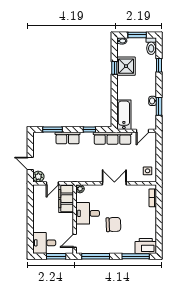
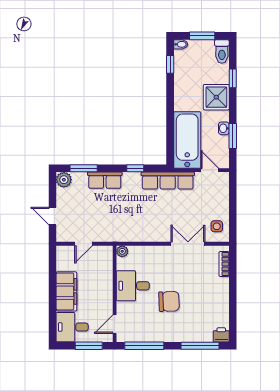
shower: (126, 66) -> (216, 97), moved
window: (114, 68) -> (170, 64), moved
bathtub: (124, 115) -> (187, 140), width x1.36, depth x1.36
door: (143, 131) -> (210, 170), swing flipped
plant: (38, 177) -> (64, 180), moved
double door: (114, 183) -> (188, 244), moved
filing cabinet: (66, 199) -> (66, 291), moved, turned 180
printer: (146, 246) -> (221, 335), width x0.53, depth x0.68

